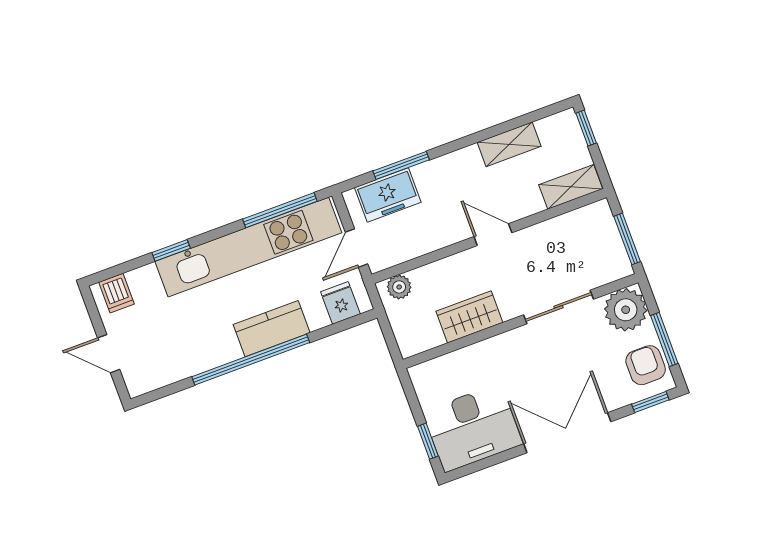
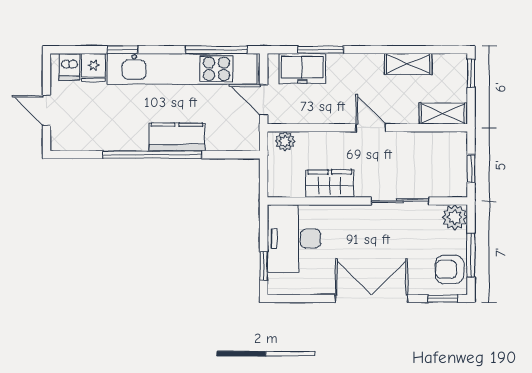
window: (627, 239) -> (471, 169), width x0.67
door: (356, 248) -> (264, 100), hinge flipped
fridge: (340, 303) -> (94, 68), moved, turned 180
plant: (626, 310) -> (455, 217), width x0.73, depth x0.73
armchair: (646, 365) -> (450, 269), turned -90
desk: (473, 428) -> (294, 239), moved, turned 90

